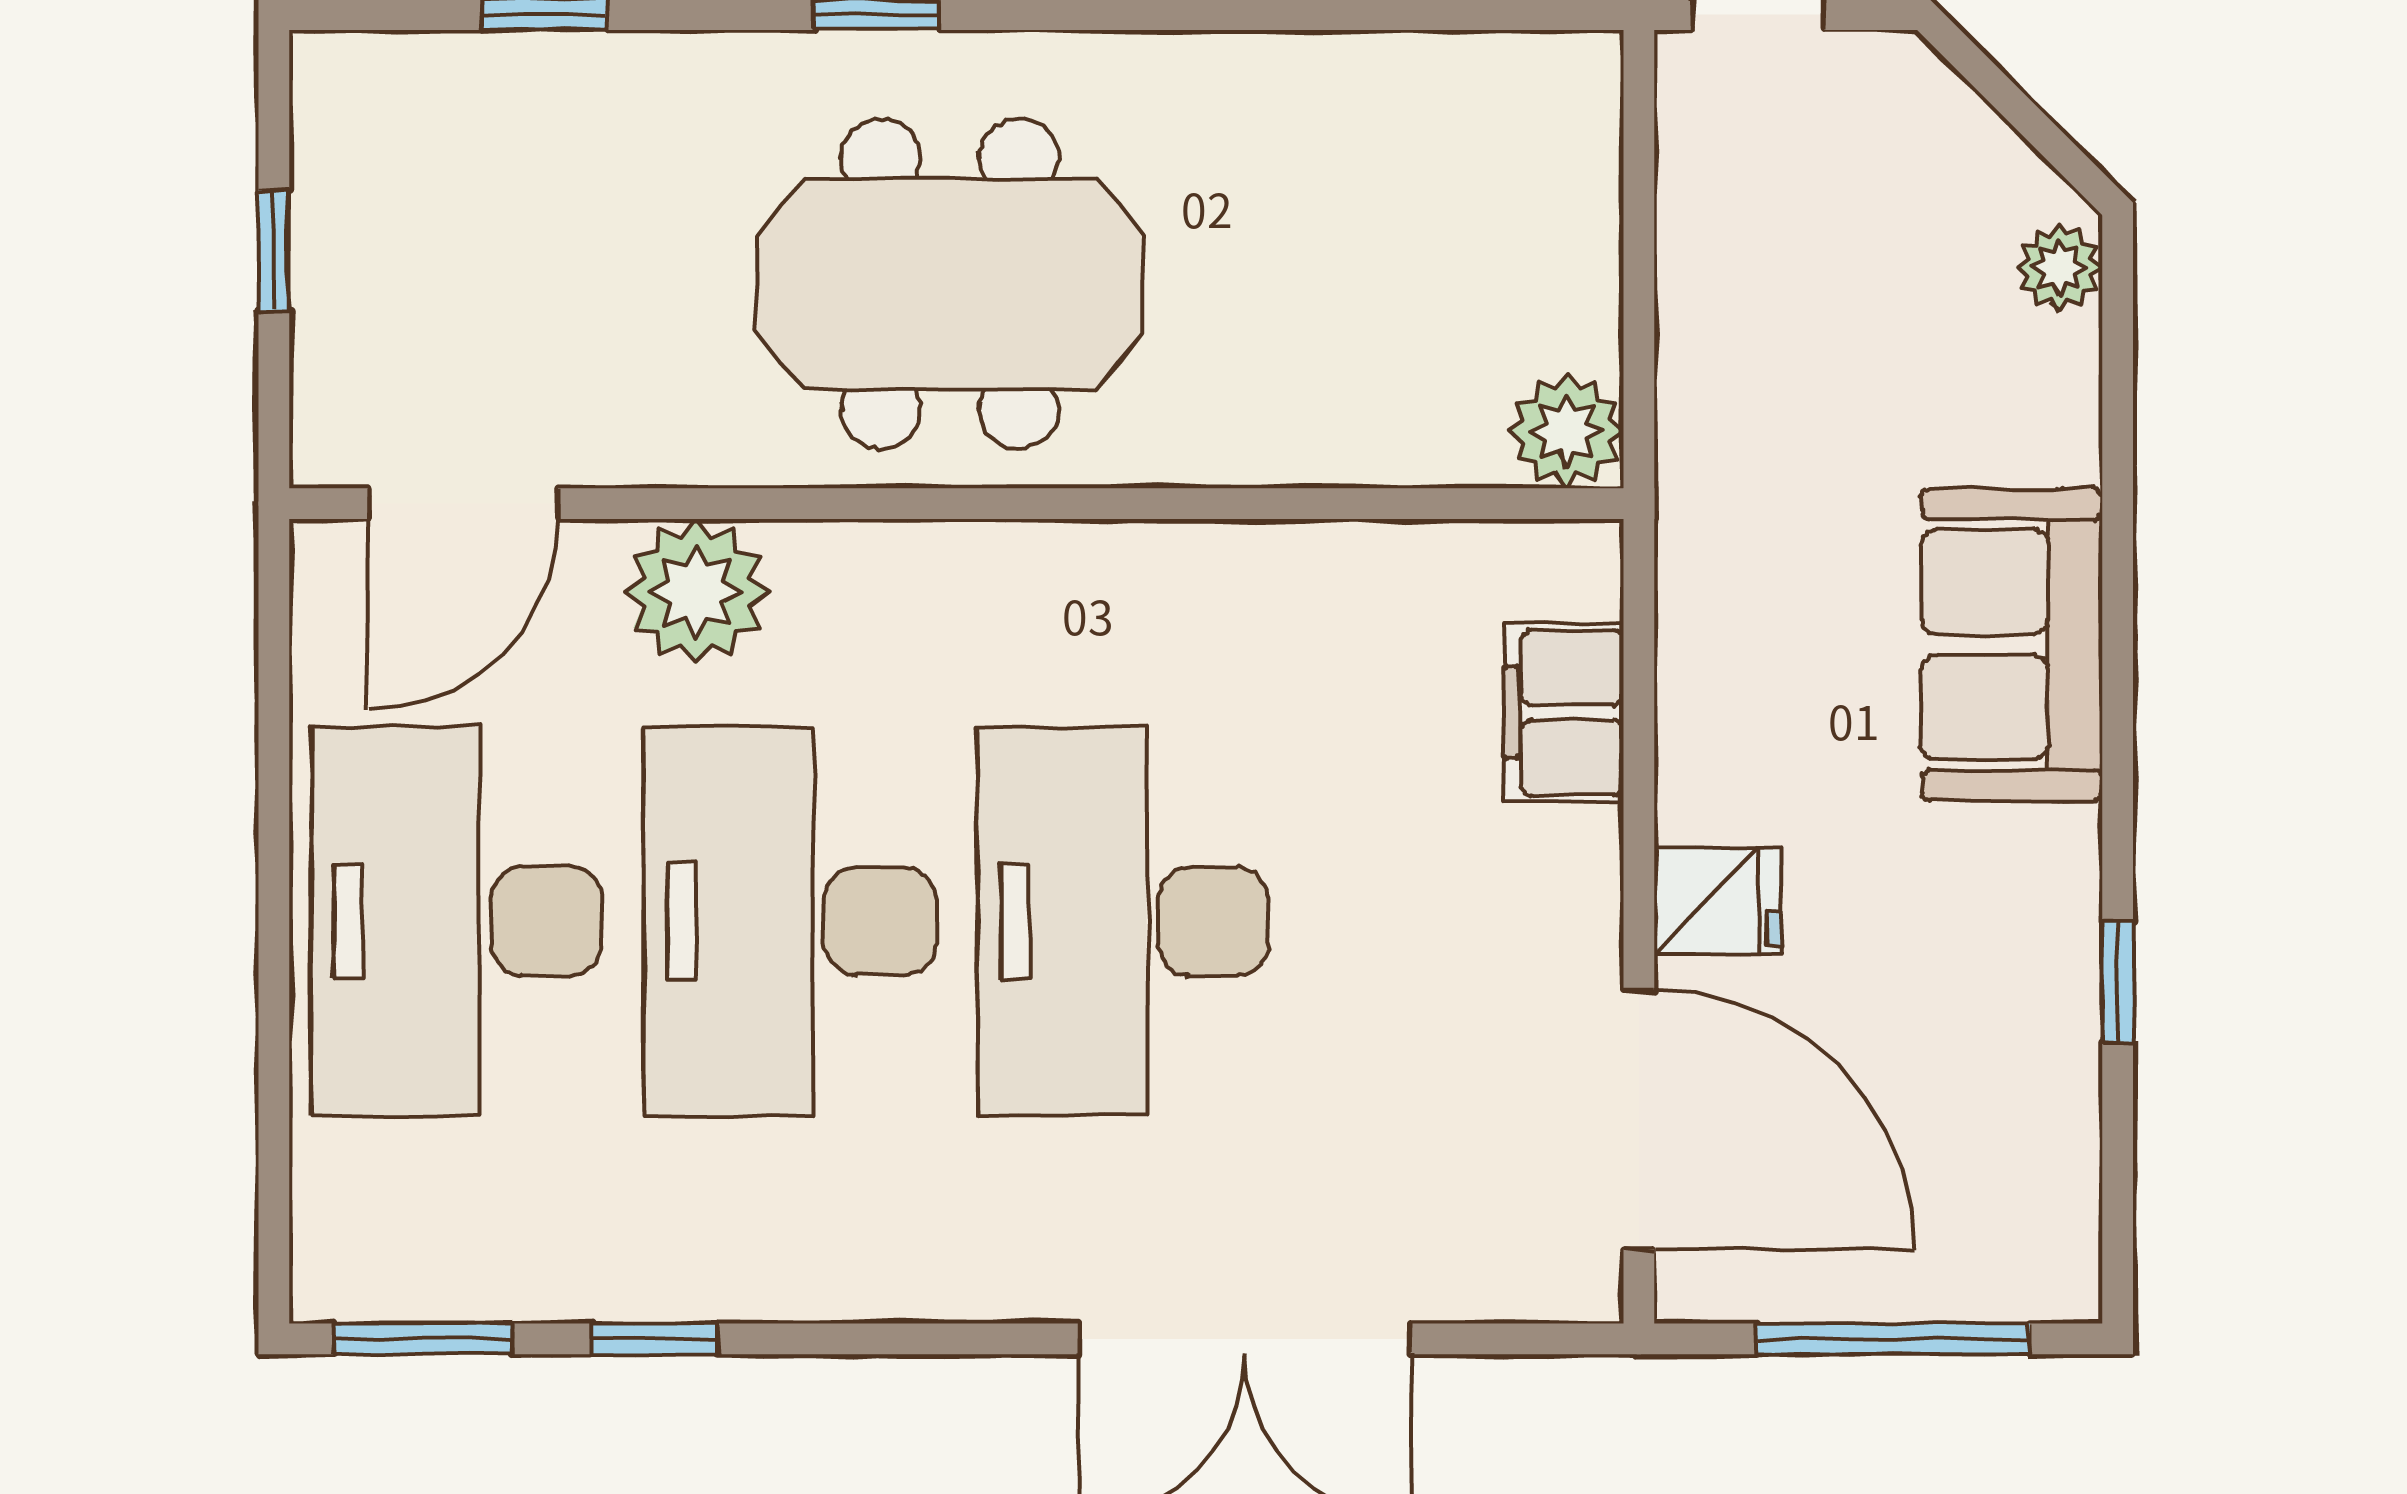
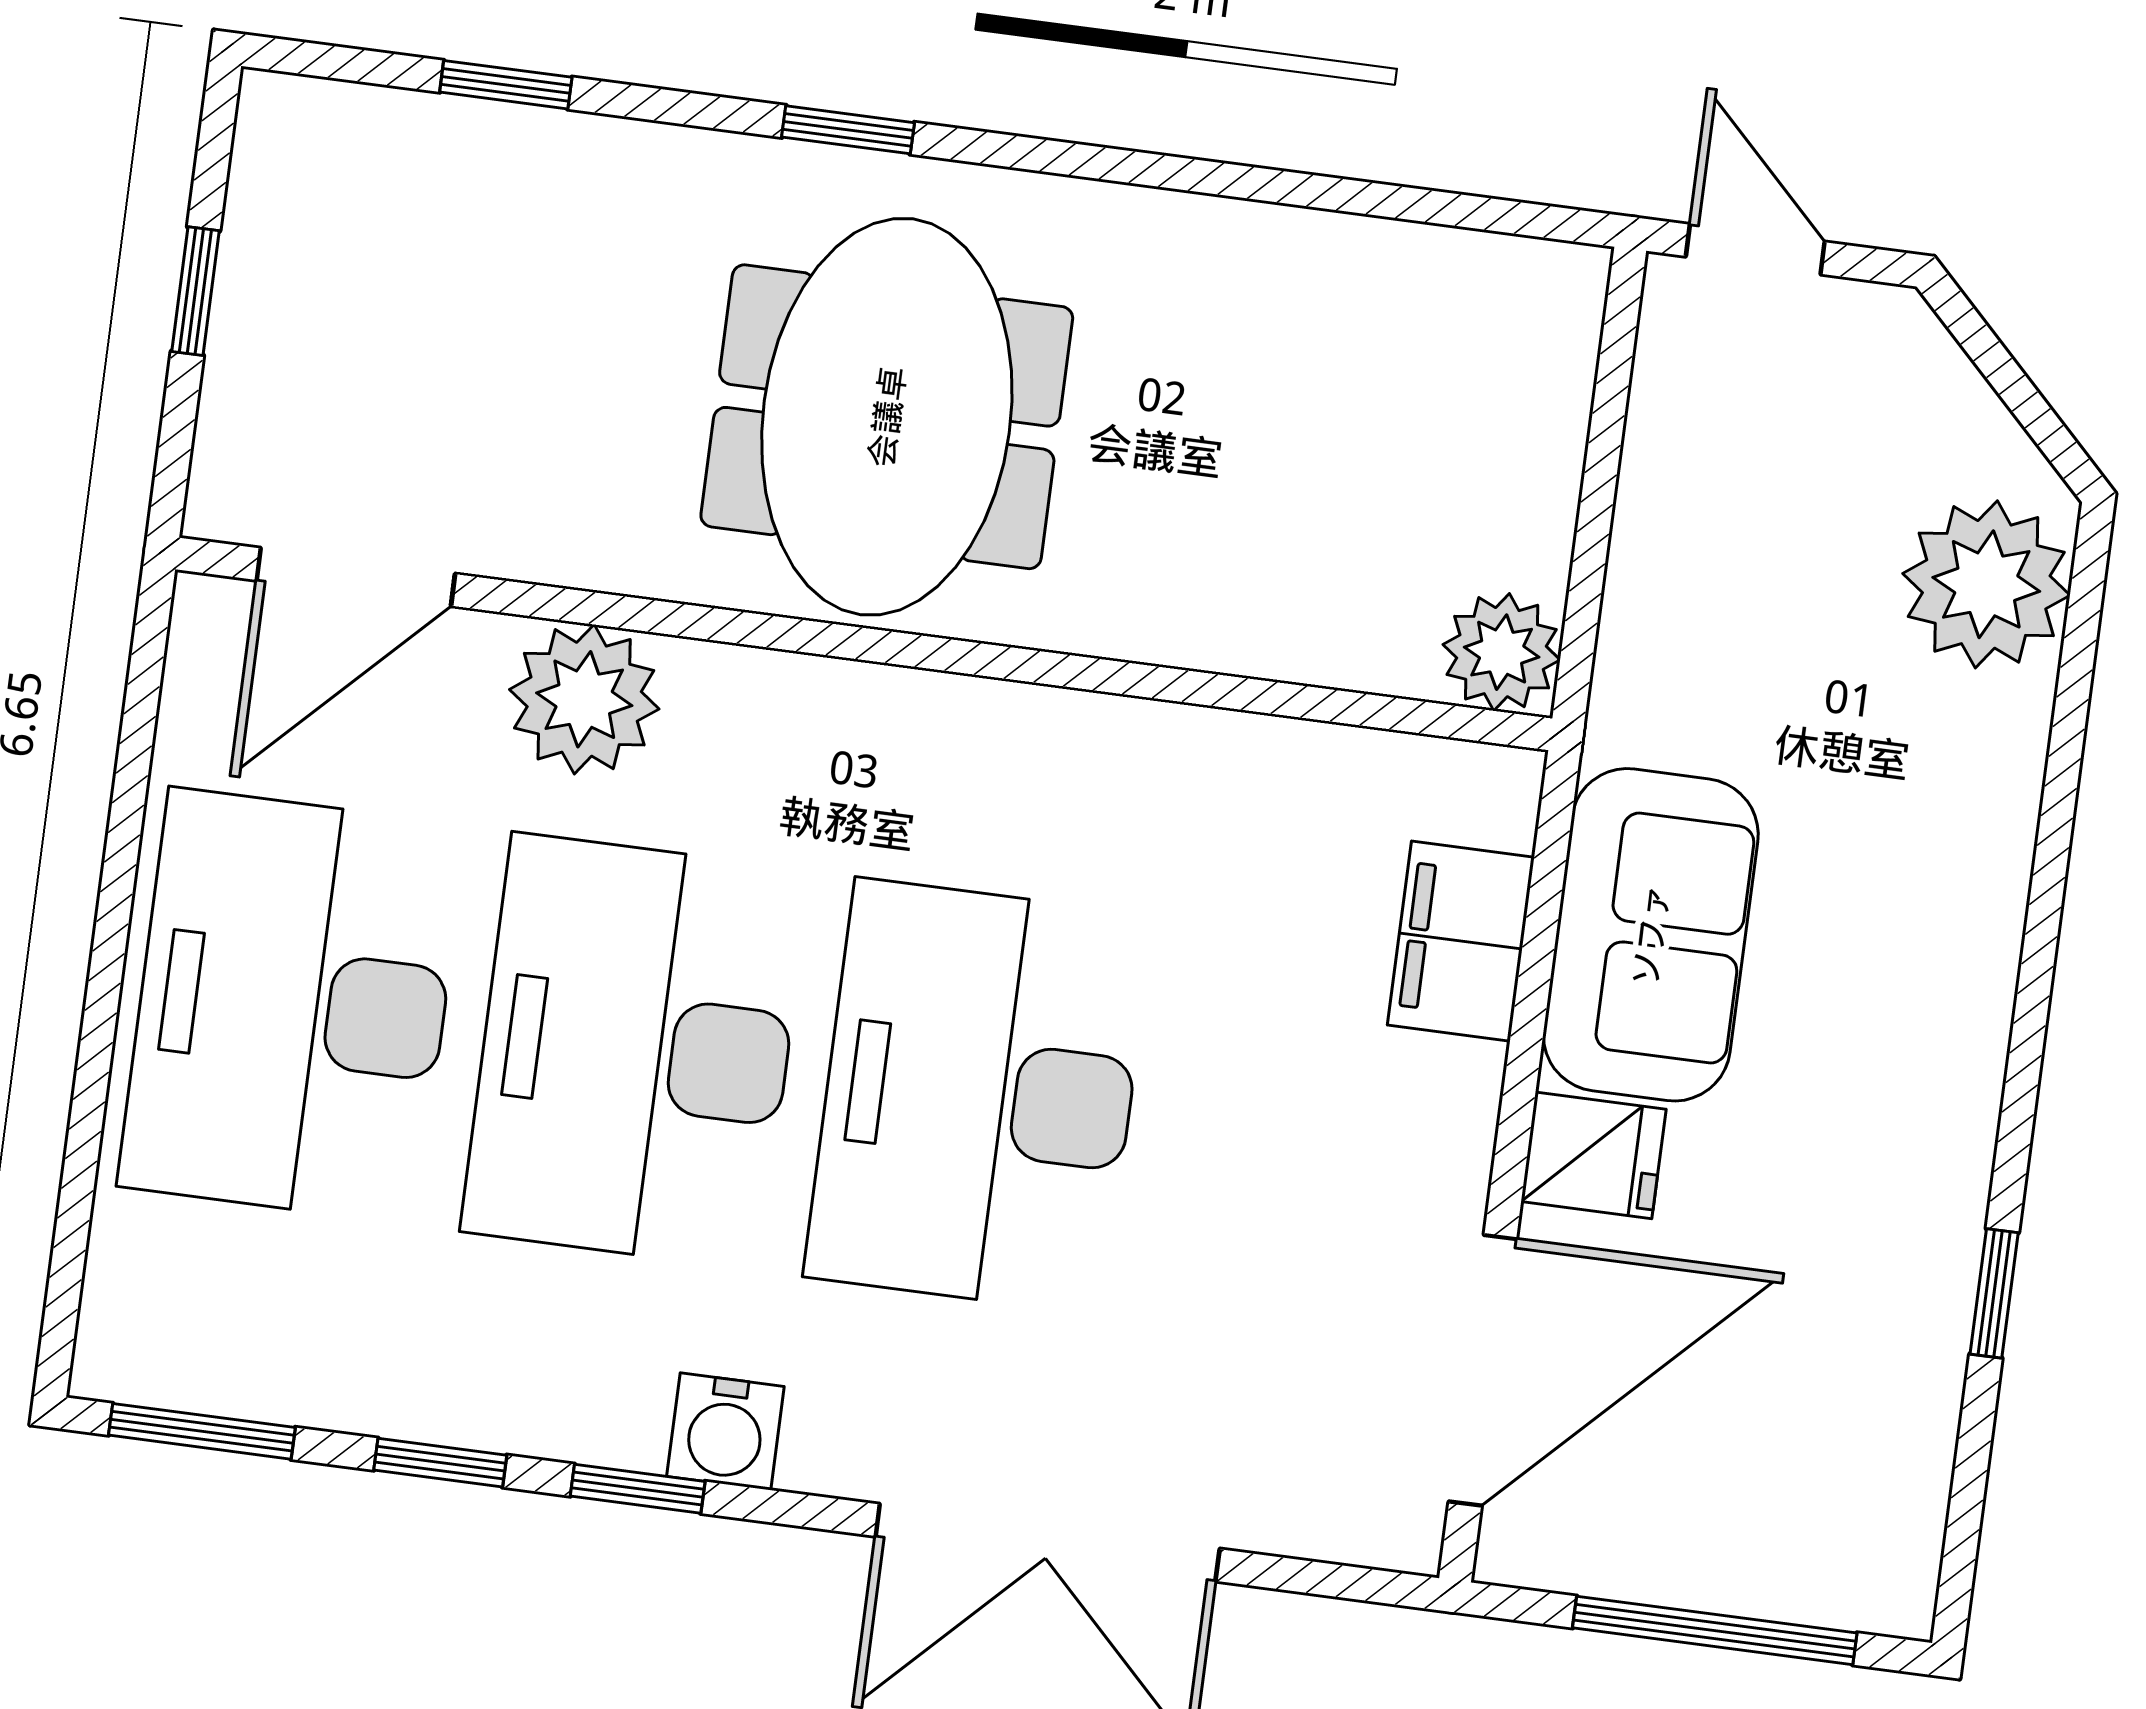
plant: (2059, 268) -> (1986, 584), width x1.88, depth x1.88
meeting table: (950, 284) -> (887, 417), turned 90
sofa: (2012, 645) -> (1651, 935), moved, turned 180
door: (1639, 1120) -> (1483, 1370), hinge flipped
water cooler: (923, 1273) -> (725, 1431), added
window: (847, 1339) -> (638, 1489), added

